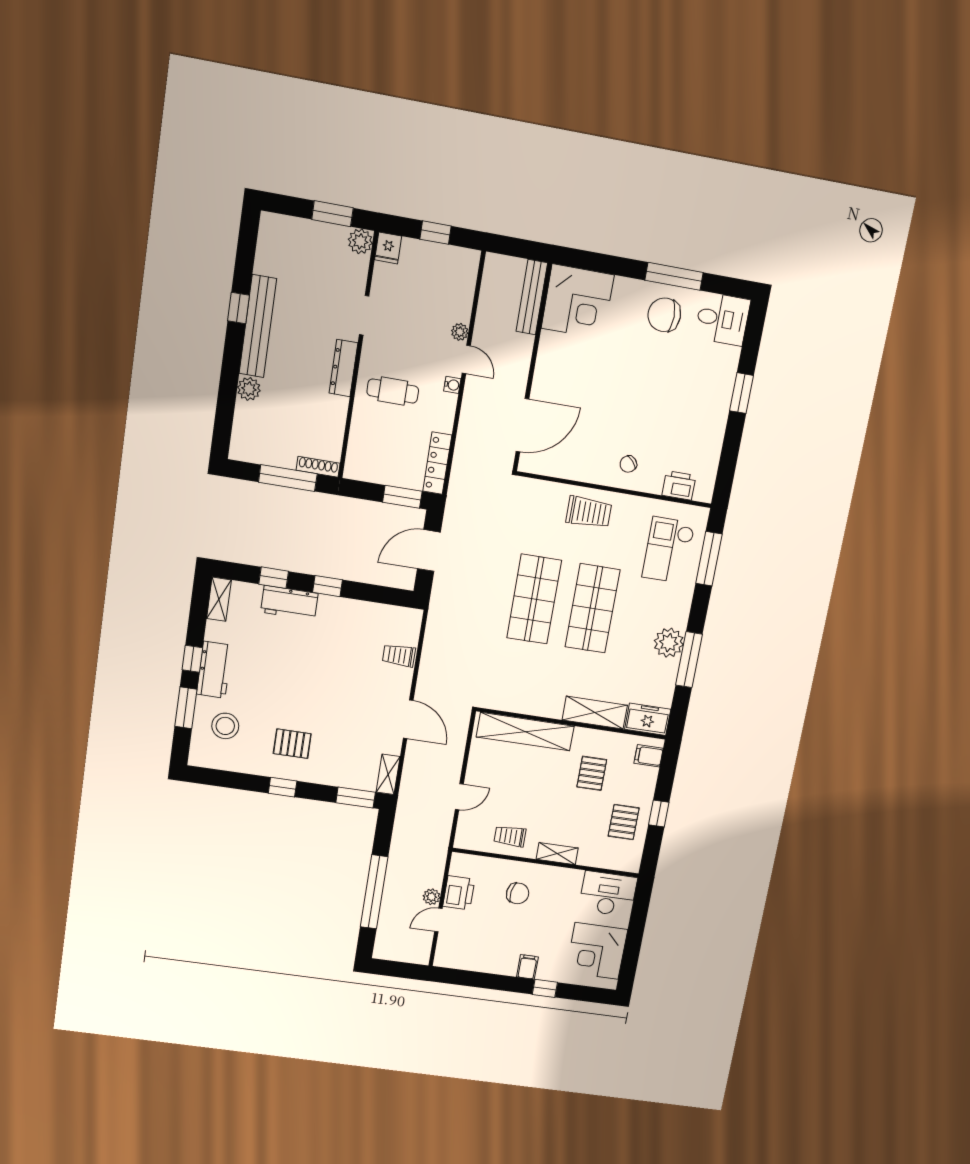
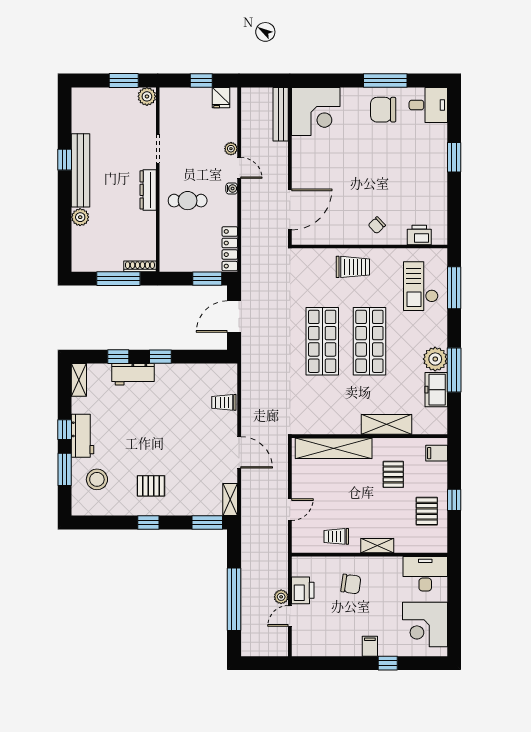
fridge: (388, 248) -> (221, 98), moved
freezer: (648, 719) -> (436, 390), moved, turned -90

